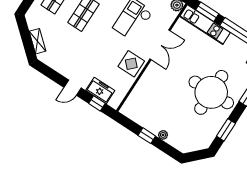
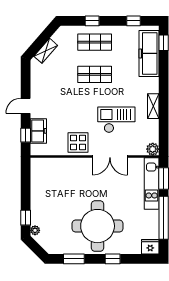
door: (72, 88) -> (26, 106), hinge flipped
plant: (163, 135) -> (35, 230), moved
window: (147, 136) -> (26, 218), moved

